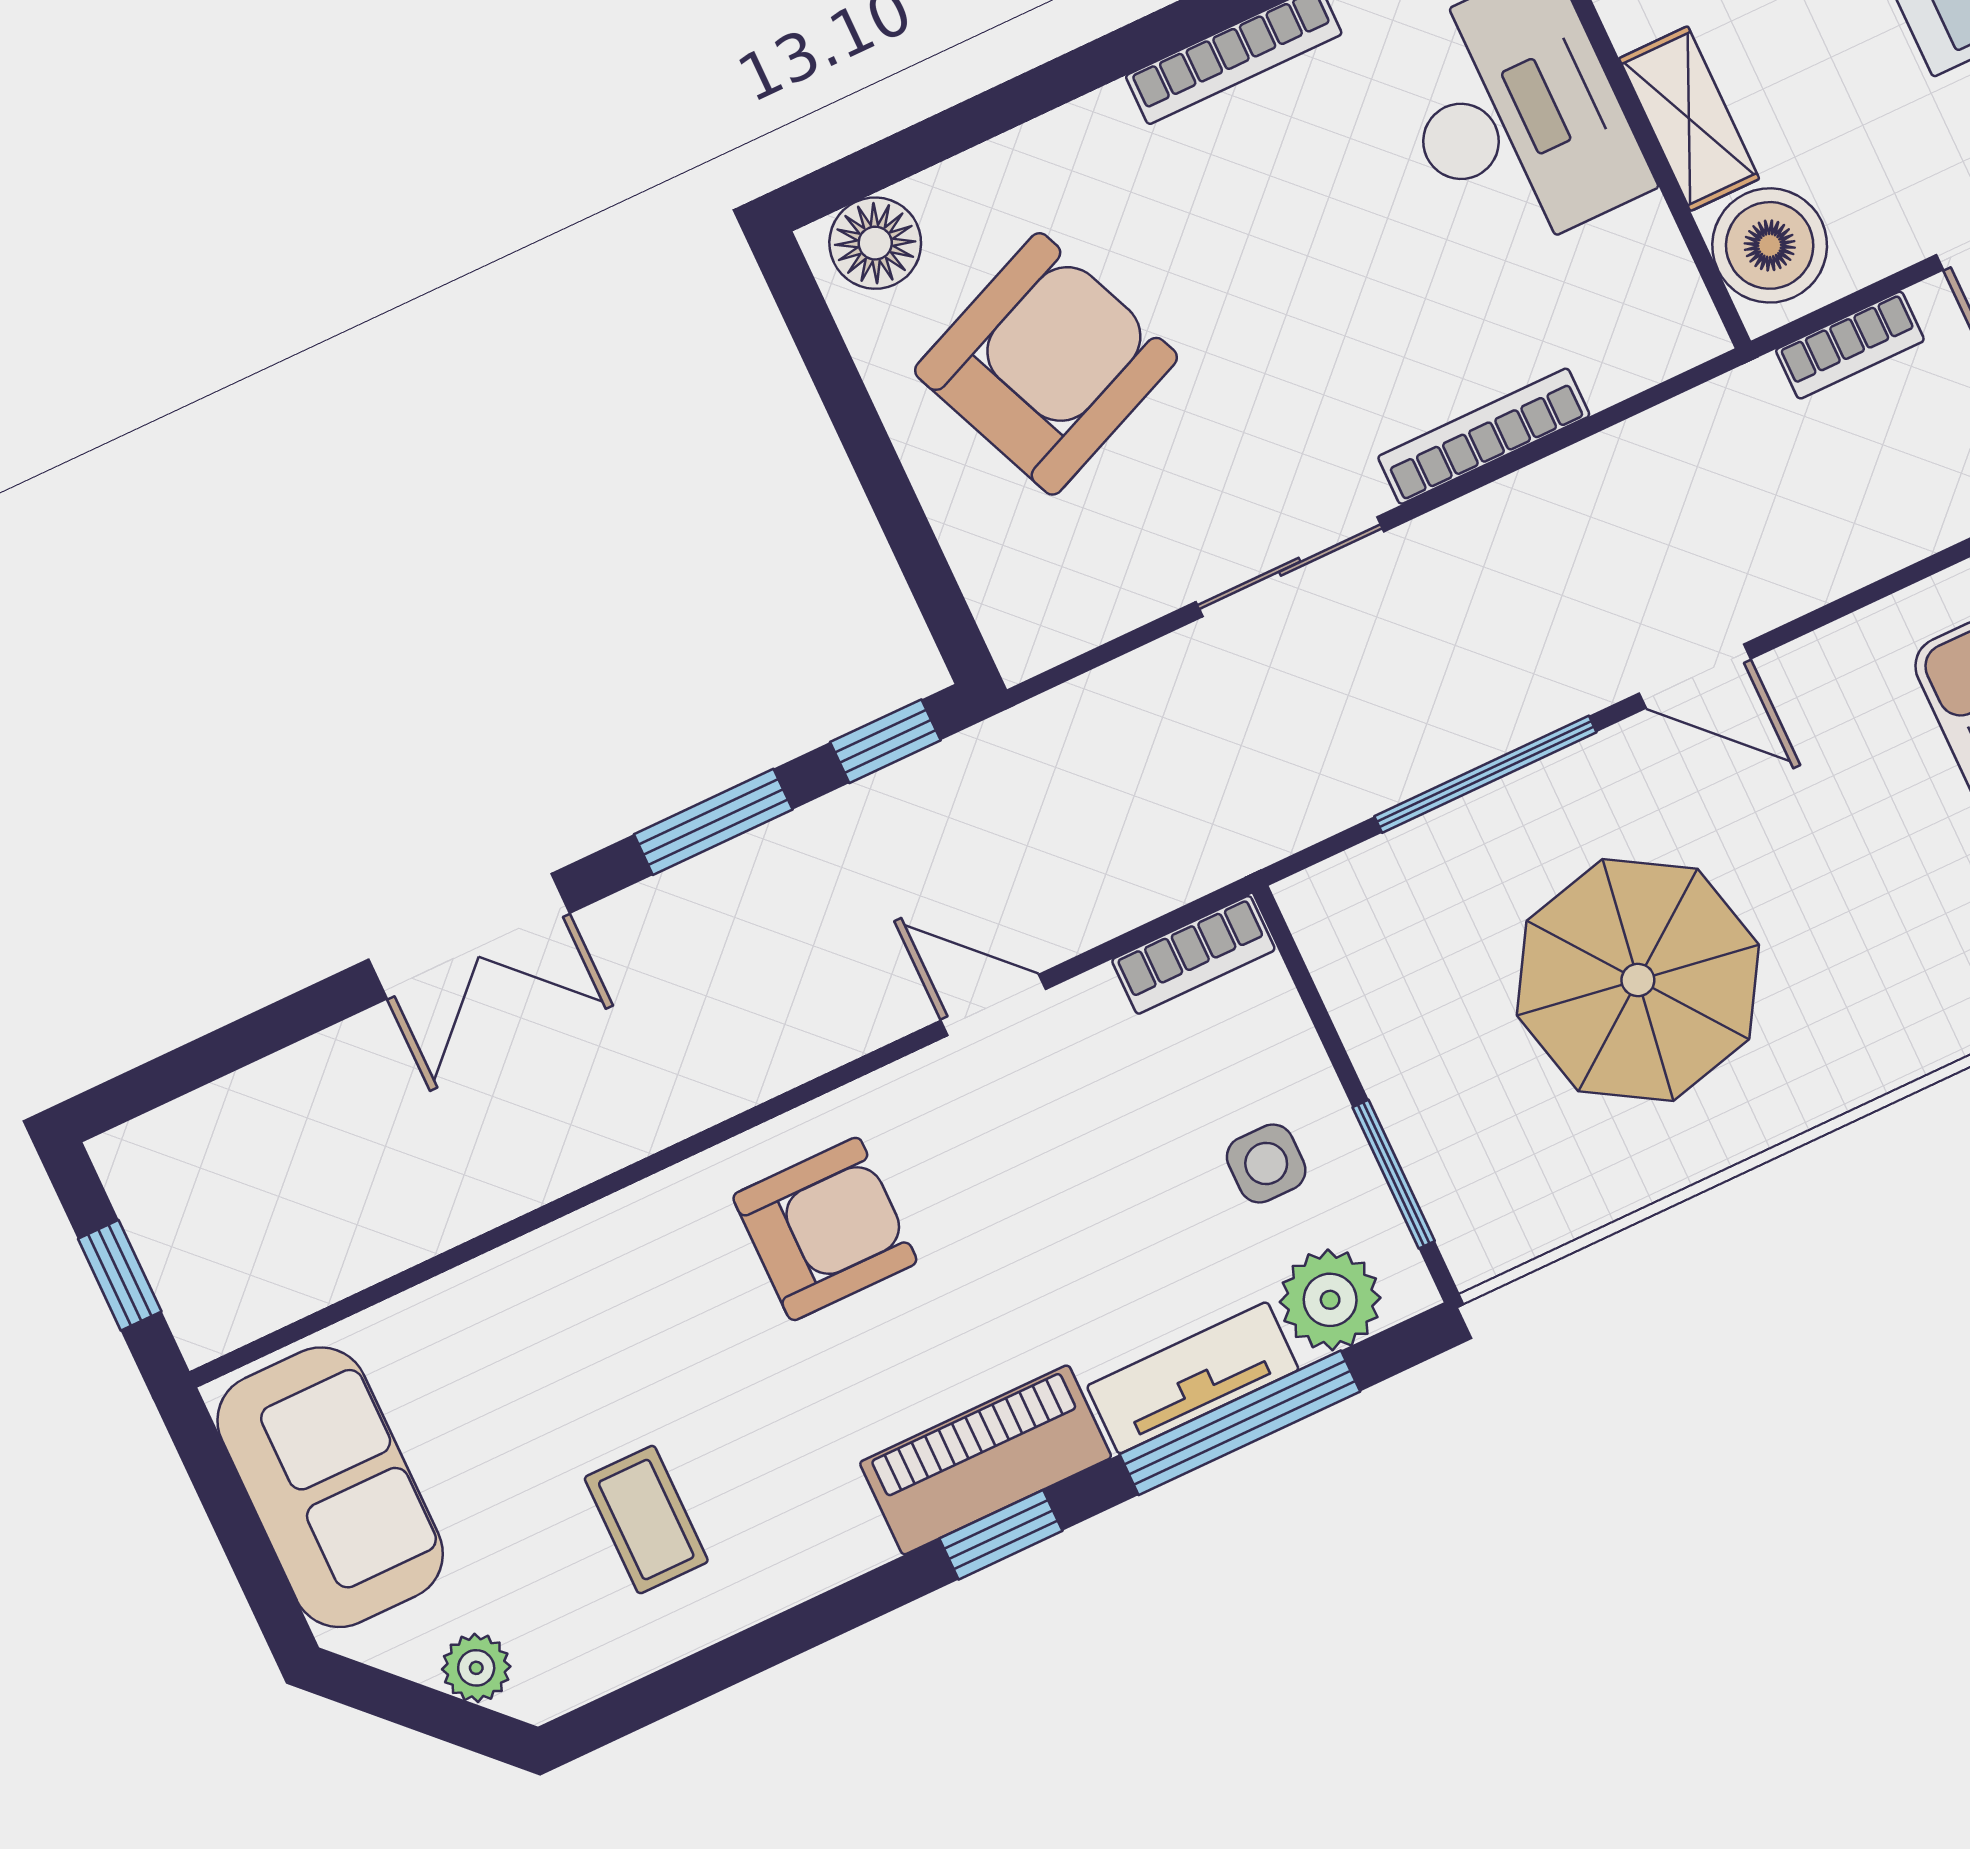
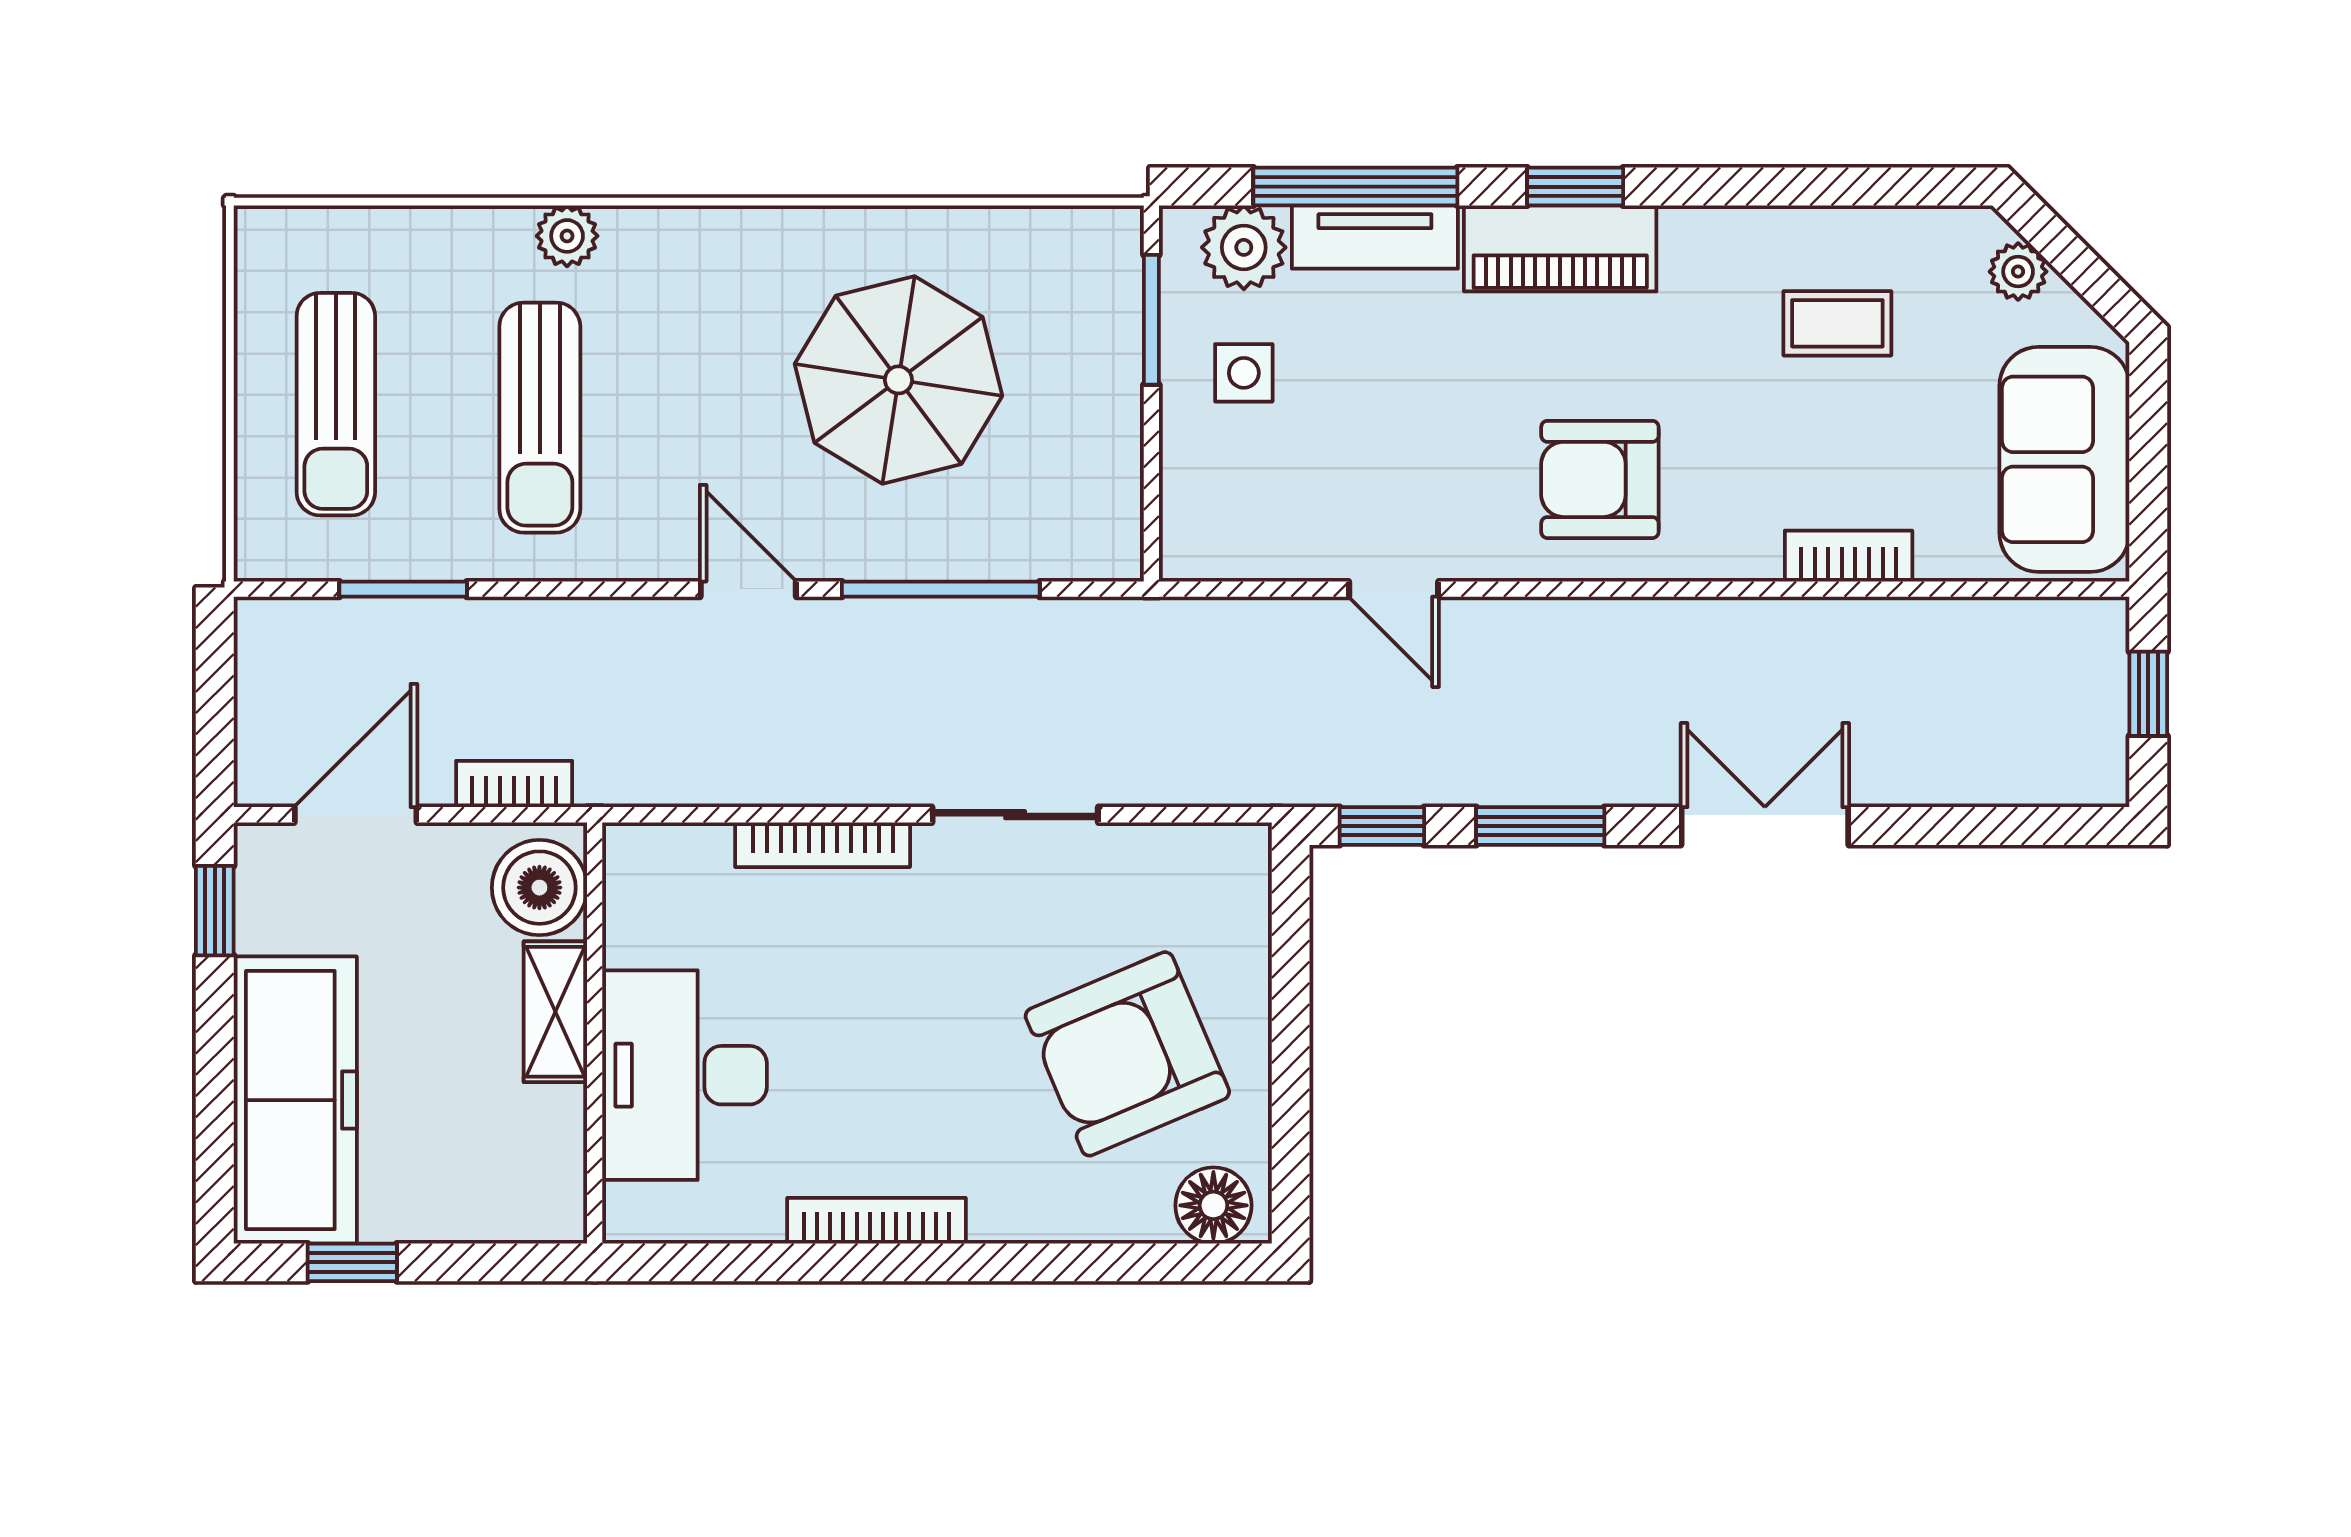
bookcase: (1193, 955) -> (1849, 556), moved
coffee table: (646, 1520) -> (1837, 323), turned 90

